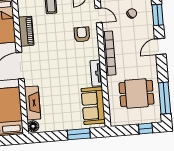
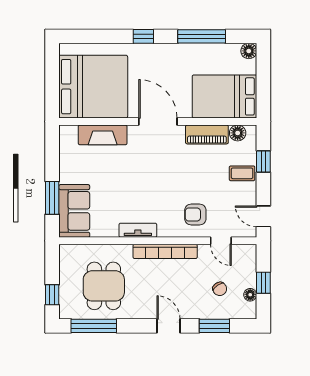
door: (99, 15) -> (221, 241), hinge flipped
armchair: (82, 34) -> (195, 214), turned 180
sofa: (93, 106) -> (74, 211), moved, turned 90
floor lamp: (33, 126) -> (238, 133), moved

